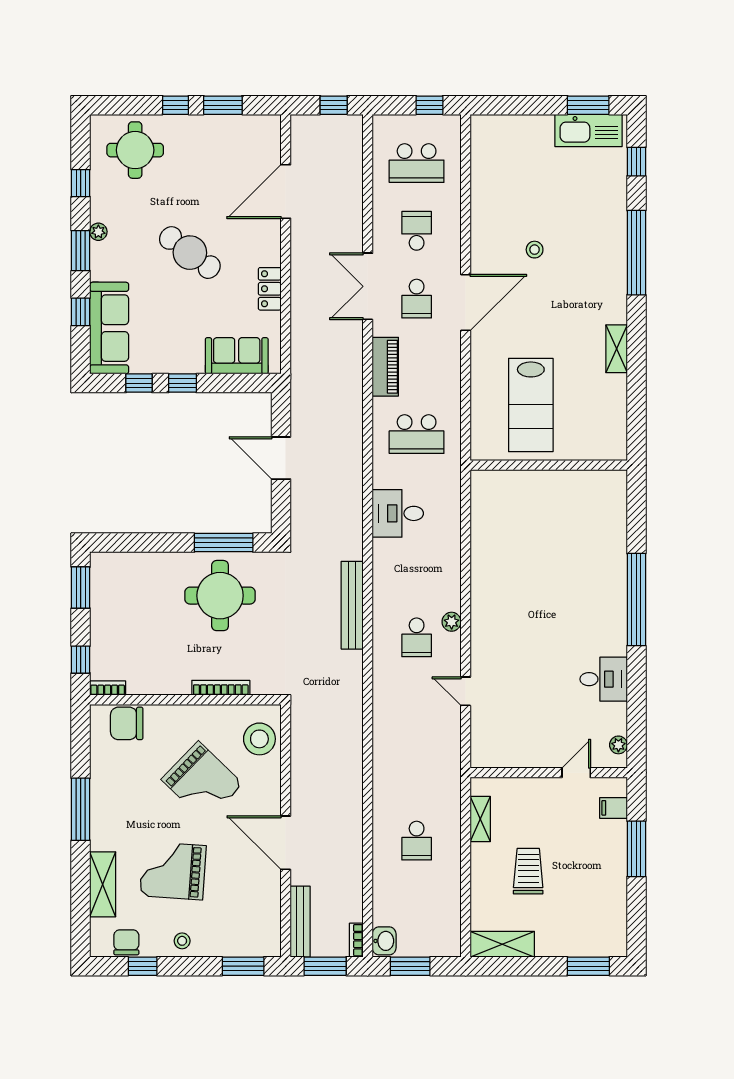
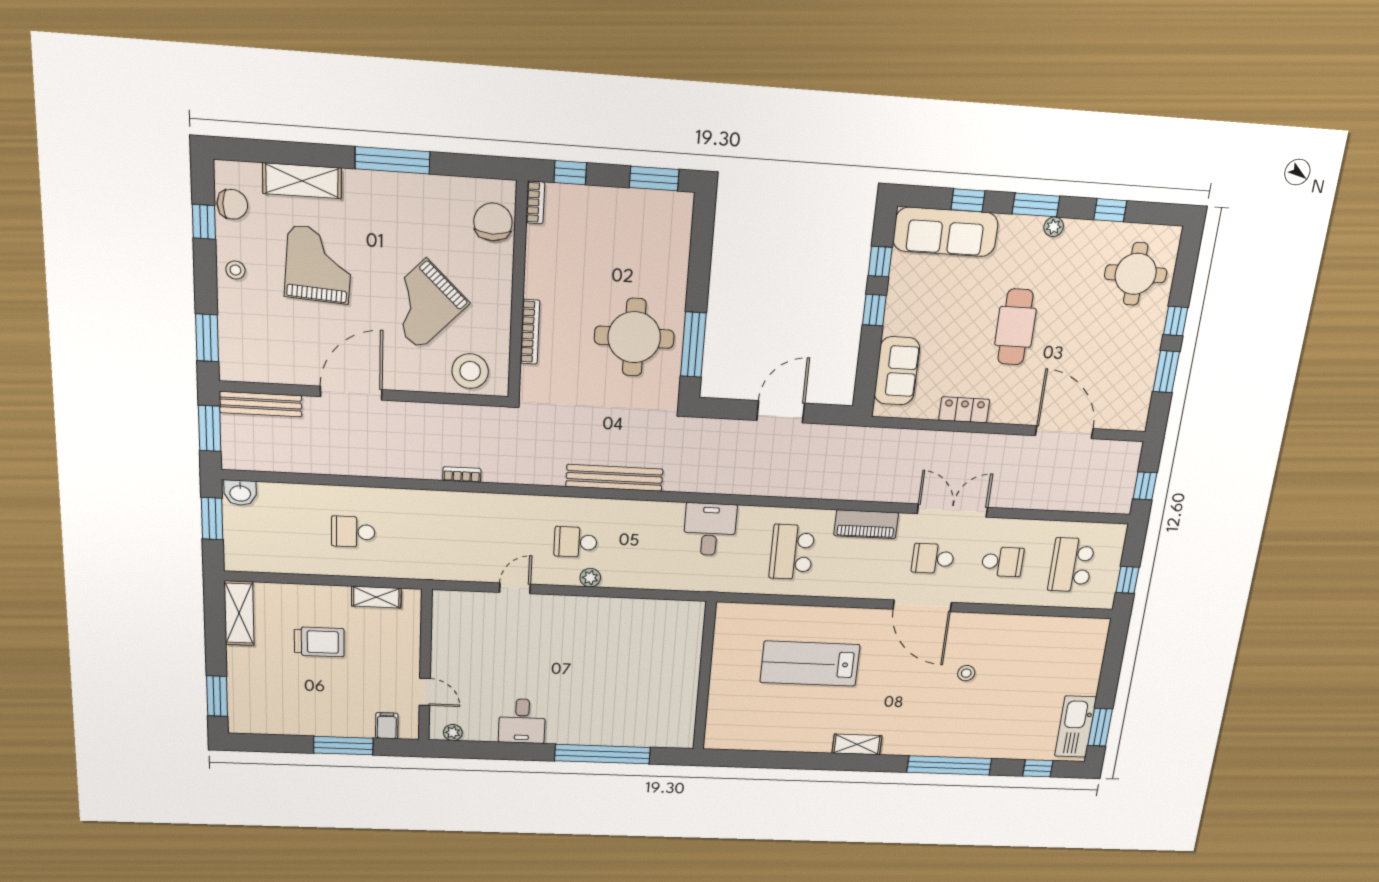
cafe table: (190, 253) -> (1015, 327), turned -37
wall: (549, 465) -> (705, 676), moved
bookcase: (356, 940) -> (462, 474), moved

